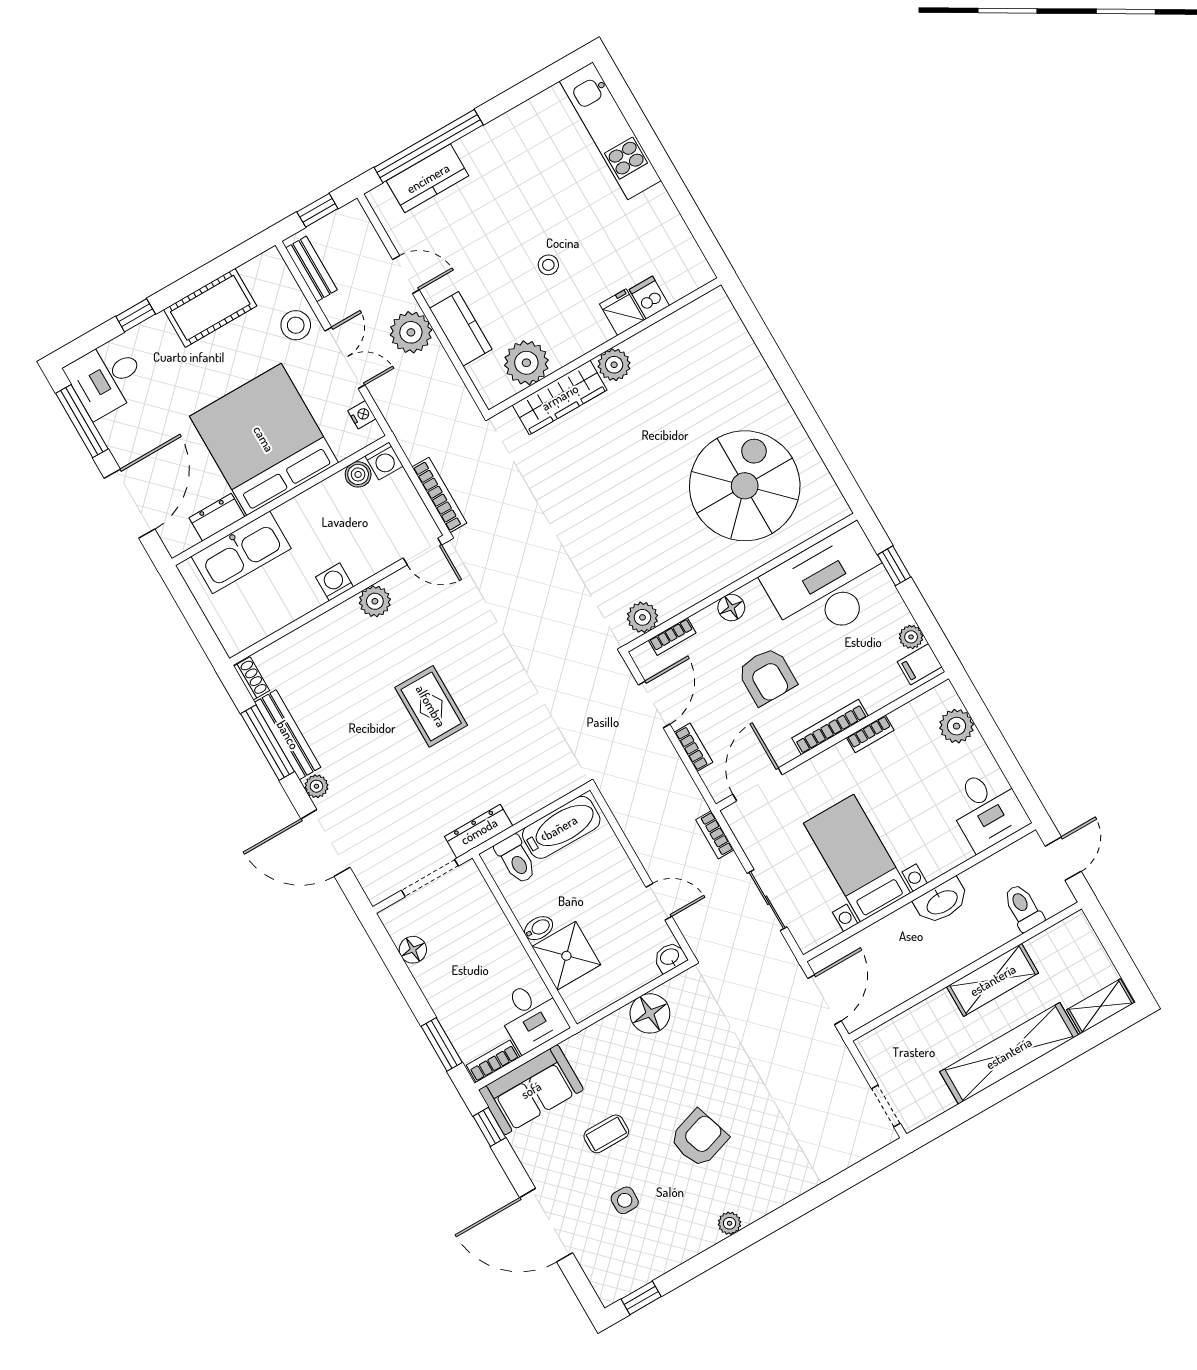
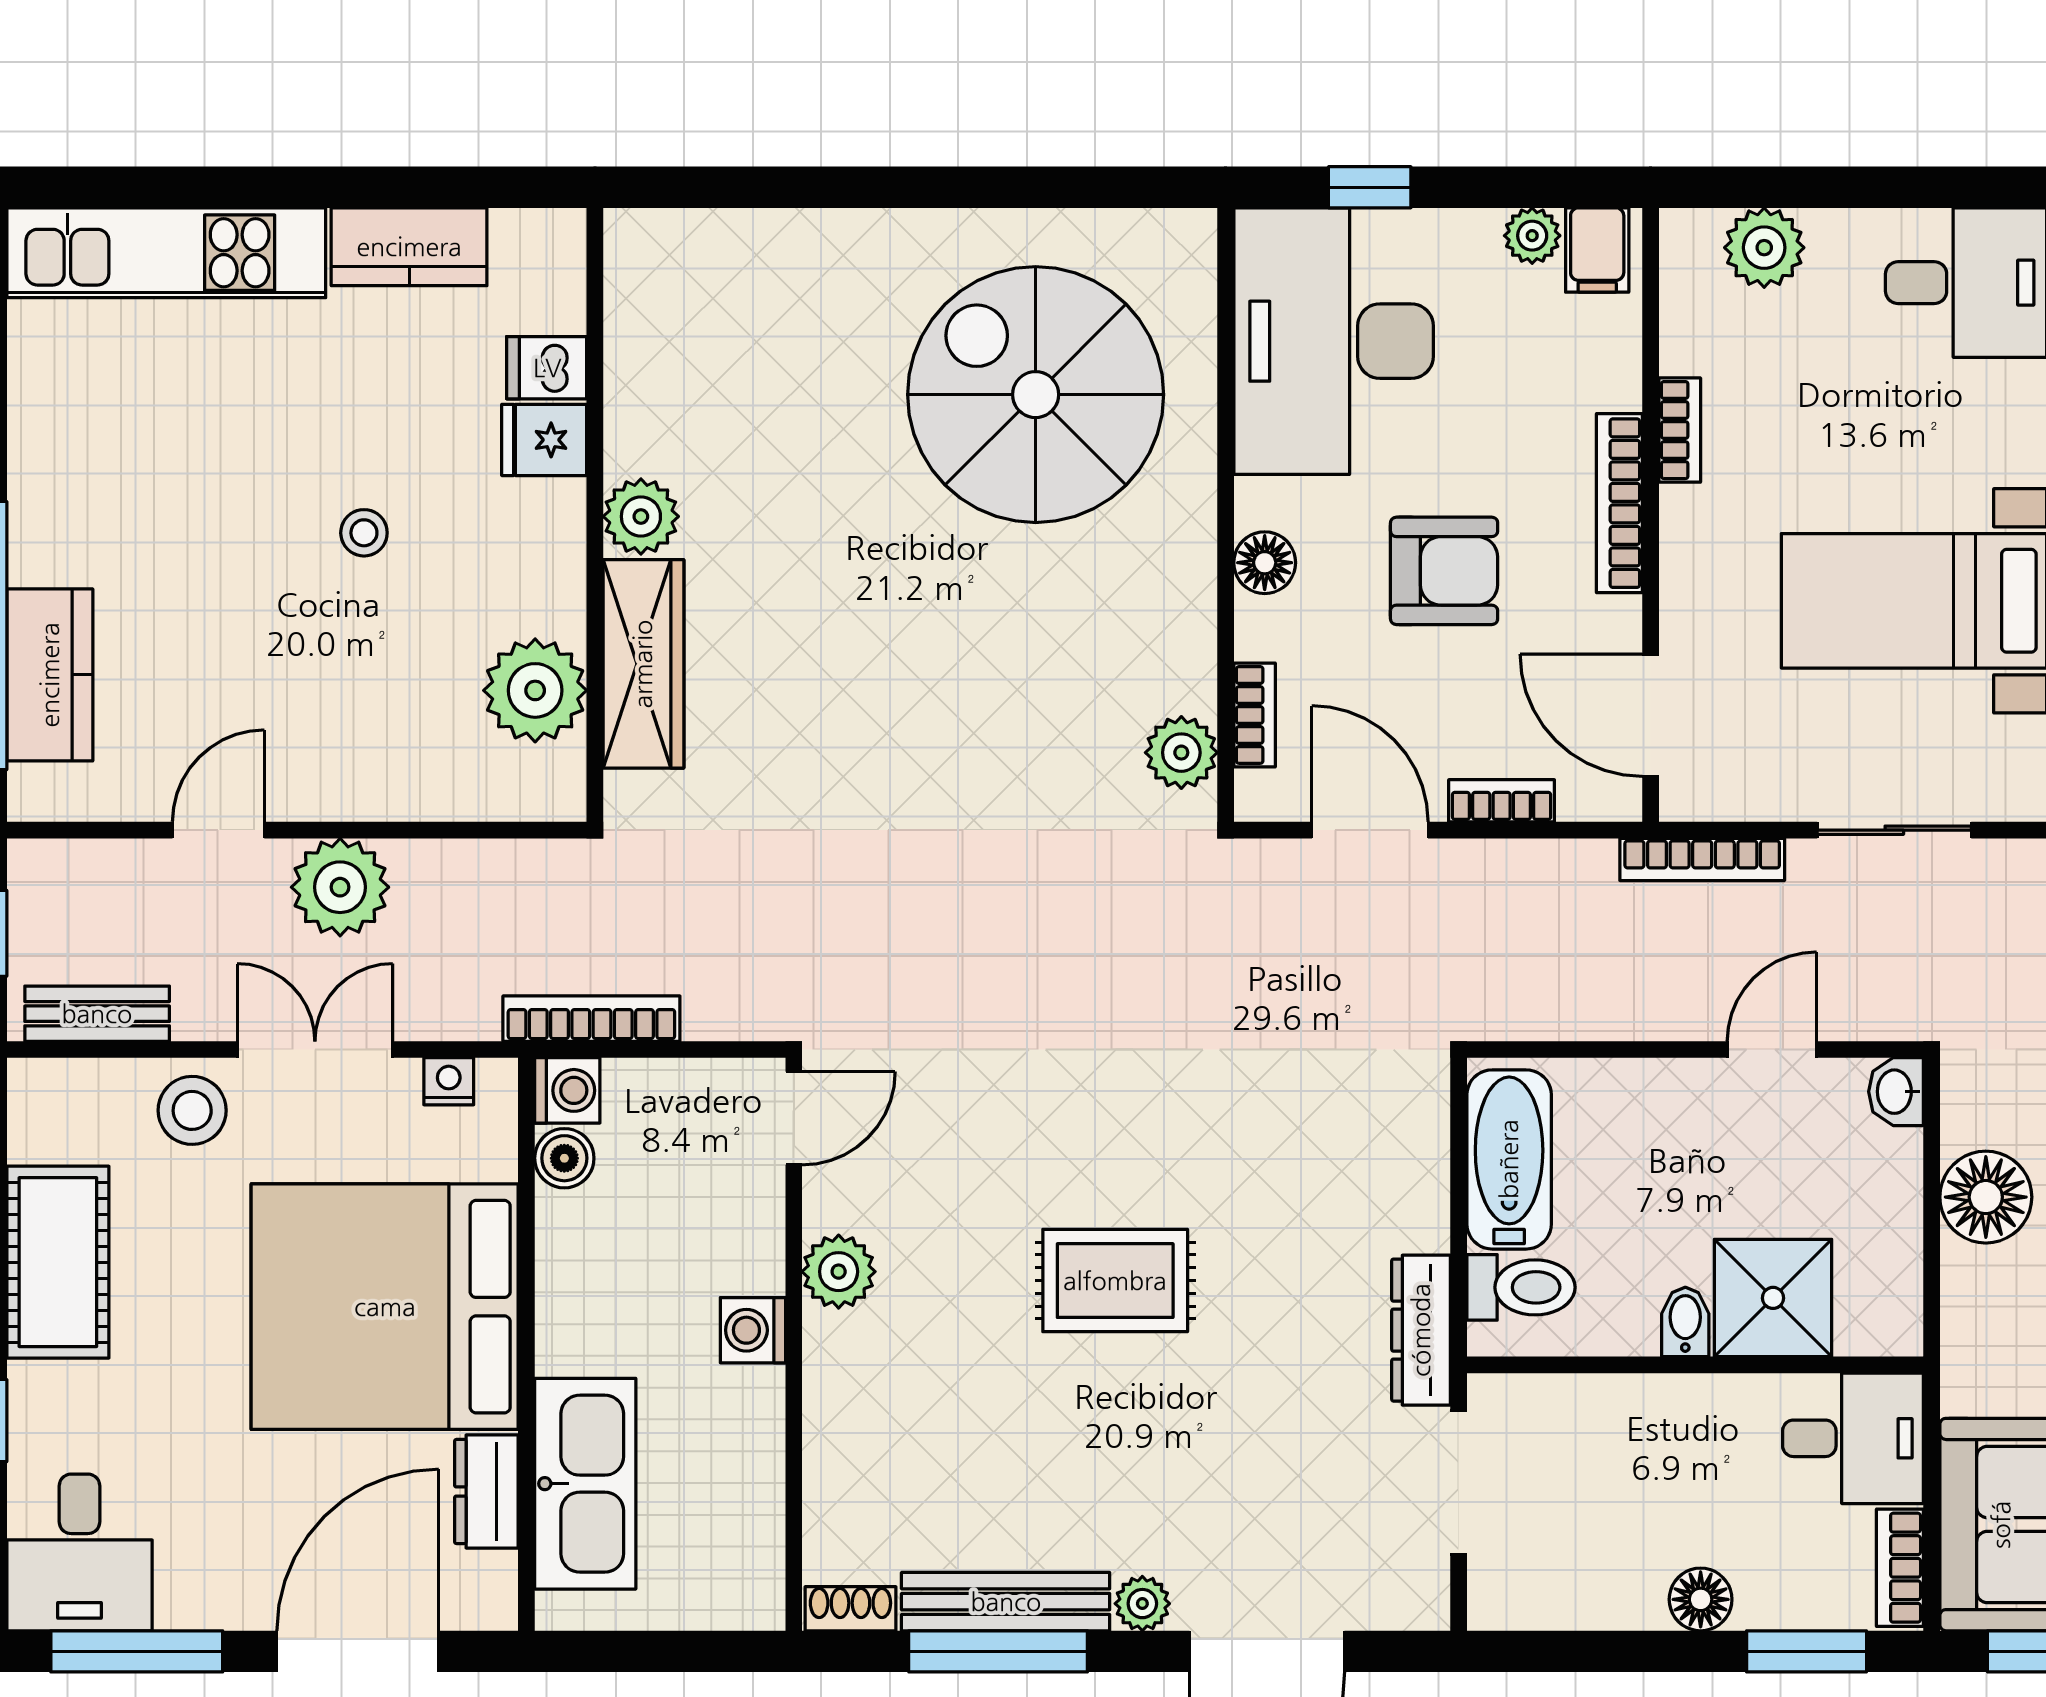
kitchen counter: (461, 329) -> (409, 247), moved, turned 180
bookcase: (439, 495) -> (591, 1019), moved
door: (129, 504) -> (358, 1651), hinge flipped
bookcase: (715, 835) -> (1702, 859), width x1.56
floor lamp: (413, 950) -> (1701, 1599), moved

